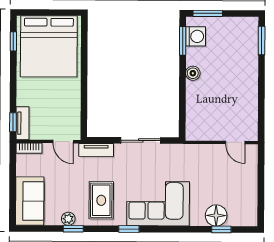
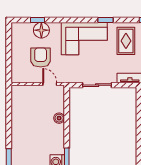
boiler: (193, 73) -> (59, 118), moved
door: (235, 142) -> (50, 84), moved
armchair: (217, 178) -> (41, 57), added

